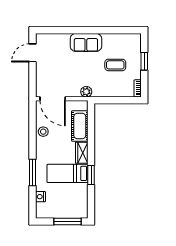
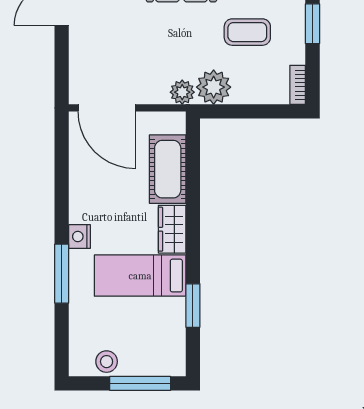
plant: (100, 89) -> (214, 87), added
stool: (43, 132) -> (107, 362), moved
window: (91, 175) -> (193, 306), moved
nightstand: (41, 197) -> (80, 236), moved

